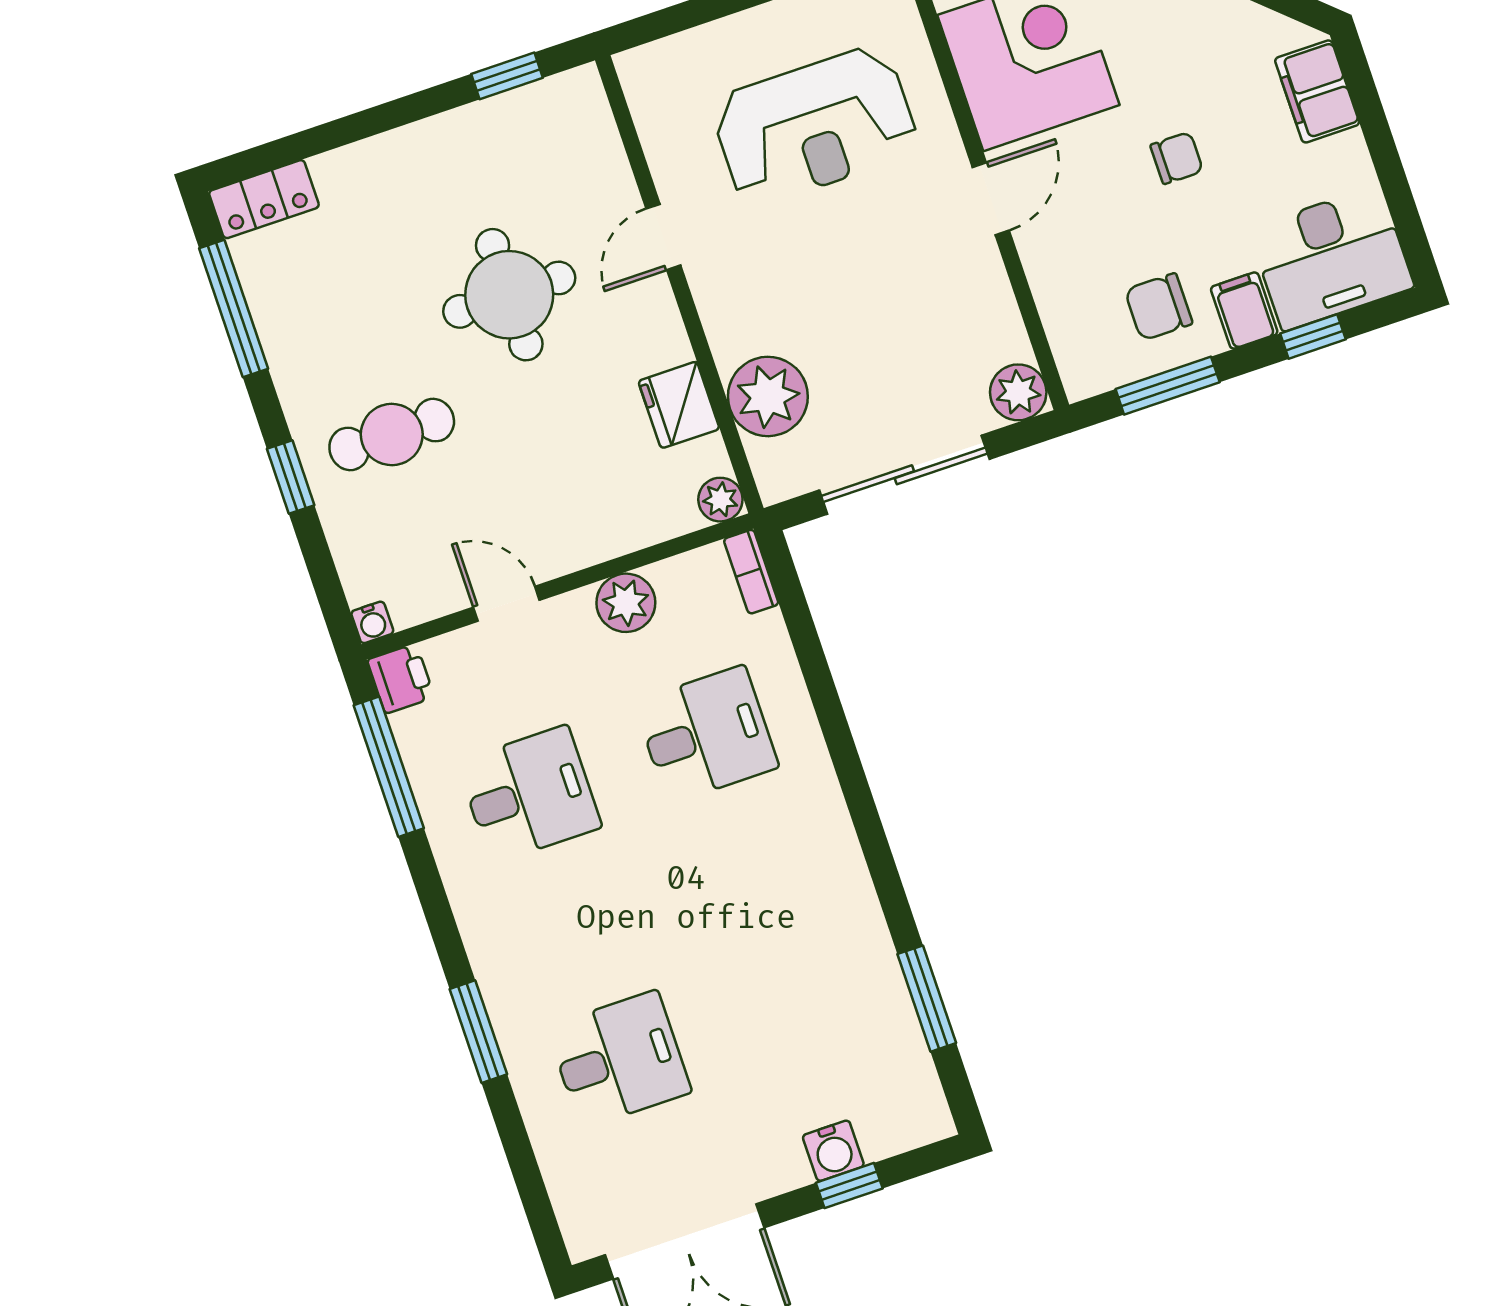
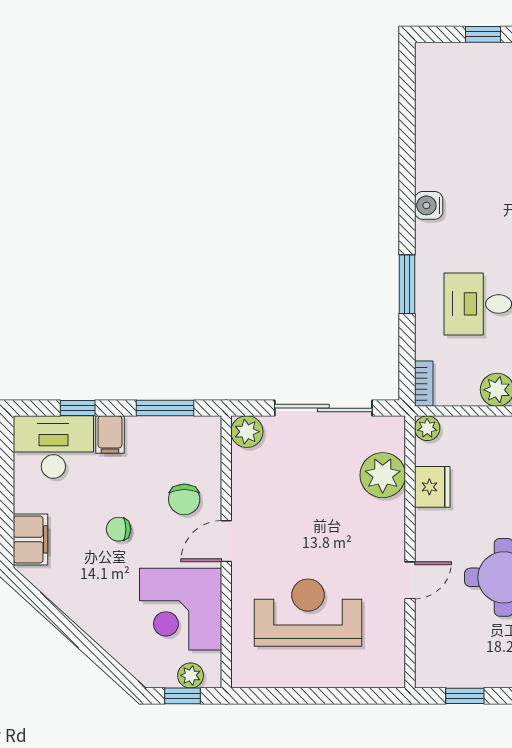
chair: (1159, 307) -> (184, 499), moved, turned 90
window: (927, 999) -> (407, 284), moved
water cooler: (833, 1151) -> (429, 205), moved, turned -90

